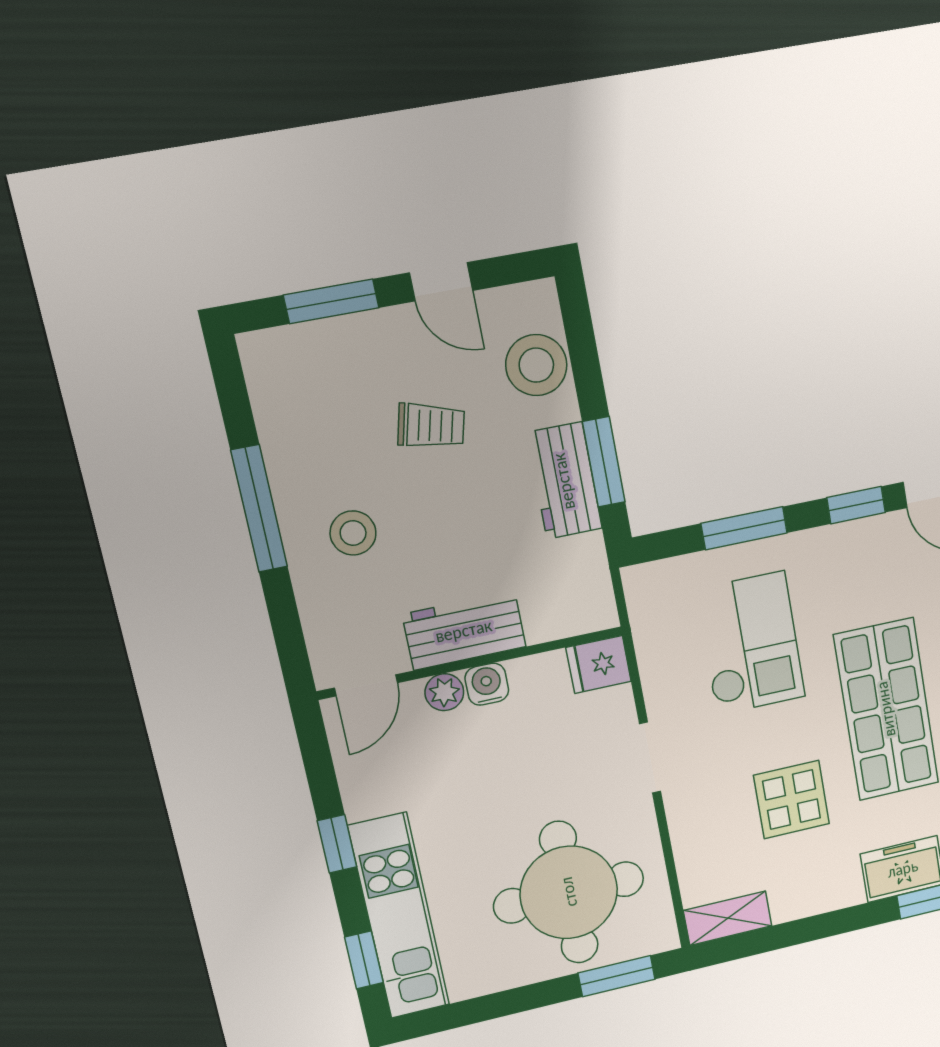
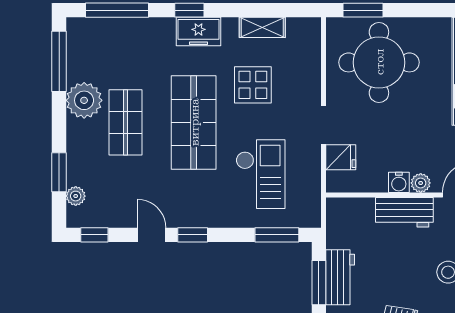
window: (744, 528) -> (277, 235), moved
checkout: (750, 643) -> (260, 174), turned 180
fridge: (599, 664) -> (341, 157), moved
shelving: (728, 918) -> (262, 27), moved

